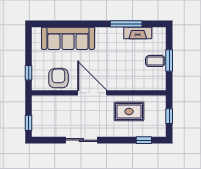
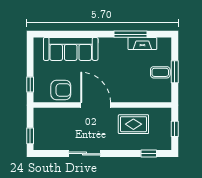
armchair: (58, 78) -> (61, 90), turned 90

